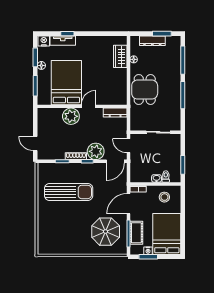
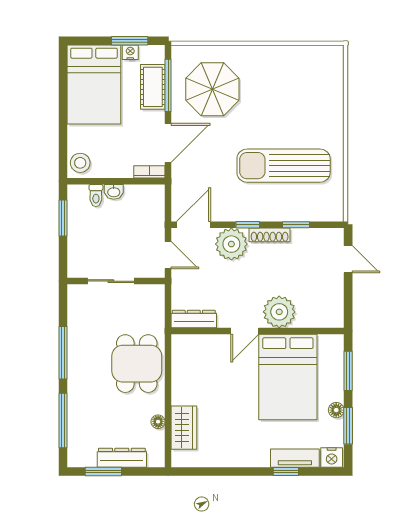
stool: (164, 197) -> (80, 163), moved

